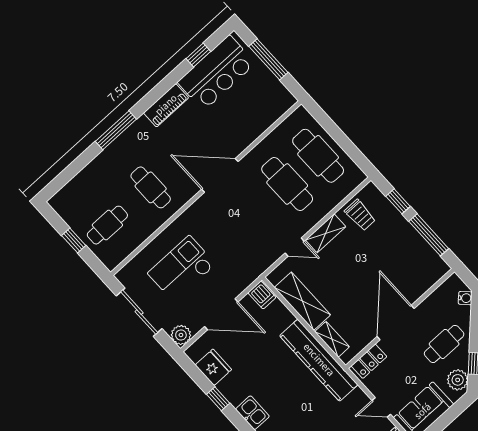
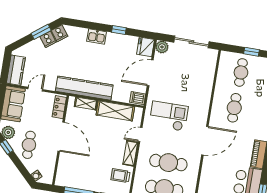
cafe table: (151, 187) -> (234, 108), turned 90
checkout: (182, 269) -> (169, 116), moved, turned -90
fridge: (213, 367) -> (146, 47), moved, turned 90

